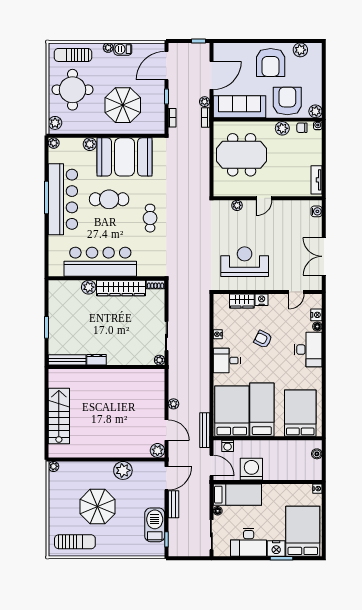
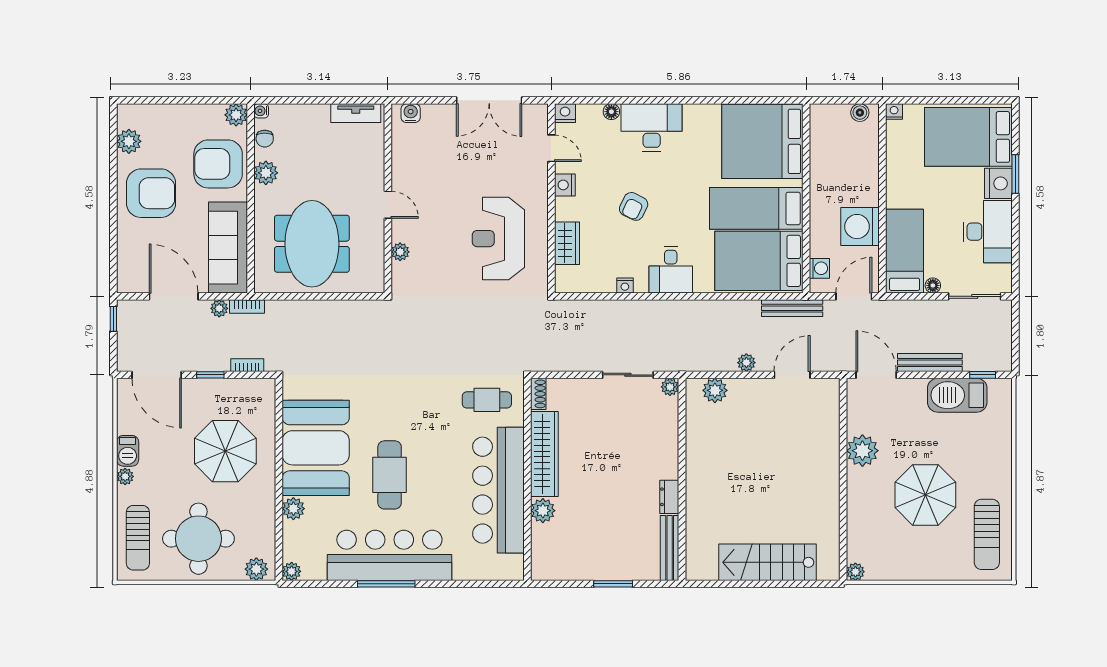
cafe table: (150, 218) -> (487, 400), moved
nightstand: (262, 300) -> (565, 185), moved
nightstand: (316, 315) -> (565, 113), moved
bed: (300, 413) -> (762, 141), width x1.36
plant: (157, 450) -> (715, 390), moved
boiler: (317, 454) -> (860, 113), moved
bench: (173, 504) -> (930, 363), width x1.36
sun lounger: (75, 542) -> (987, 534), turned 180

